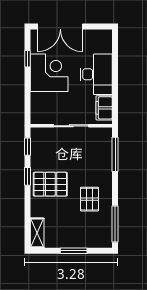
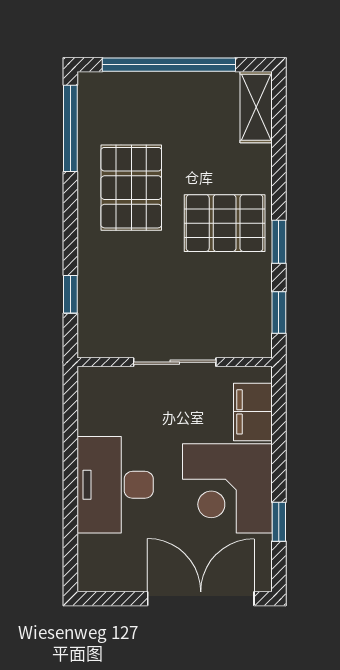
filing cabinet: (104, 108) -> (253, 412), moved, turned 180
window: (115, 154) -> (70, 294), width x0.46
pallet: (89, 199) -> (131, 188), width x1.50, depth x1.42
window: (74, 251) -> (169, 65), width x2.11

